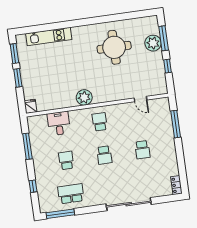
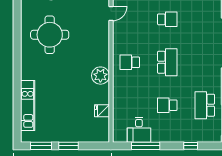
fridge: (30, 106) -> (102, 111), moved
desk: (59, 123) -> (139, 130), moved, turned -90
school desk: (104, 155) -> (167, 62), width x1.85

